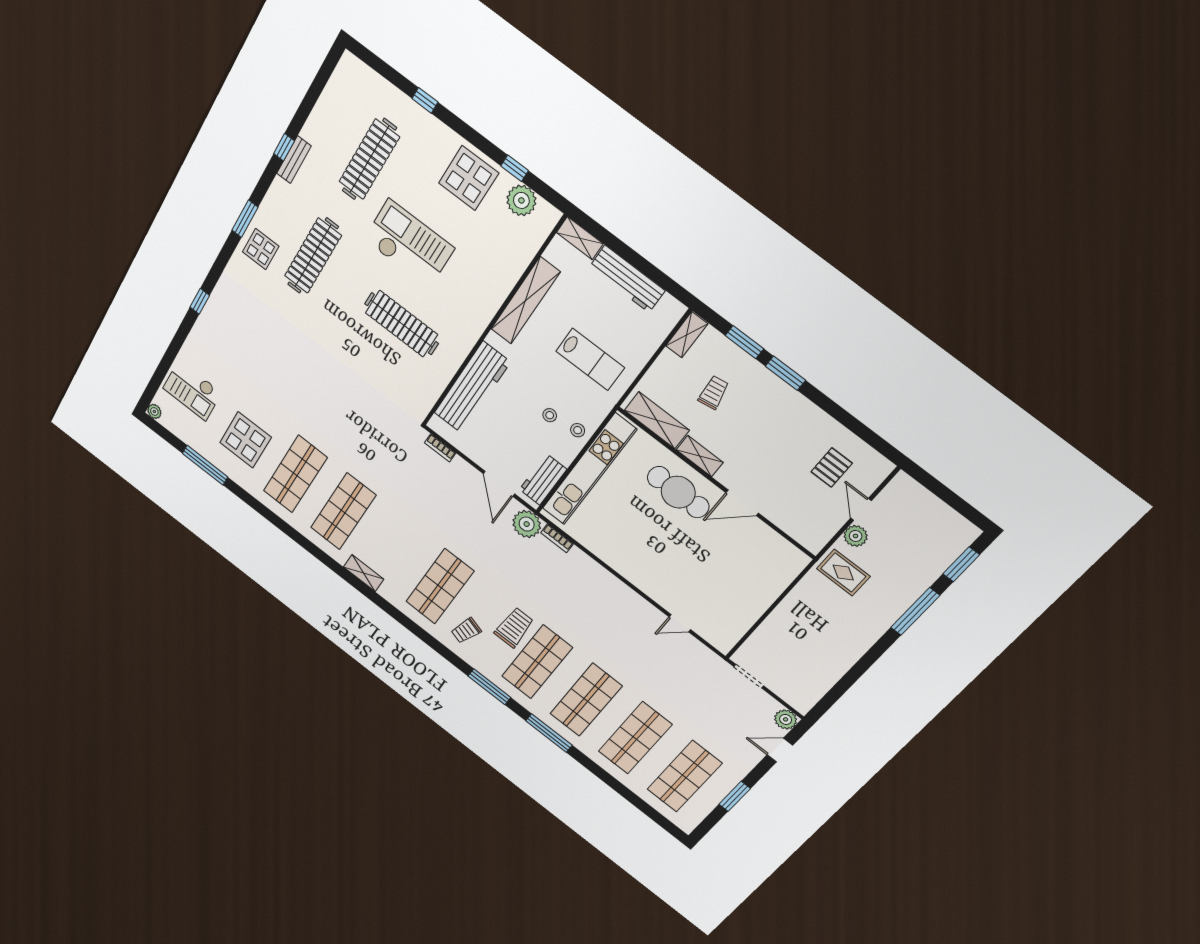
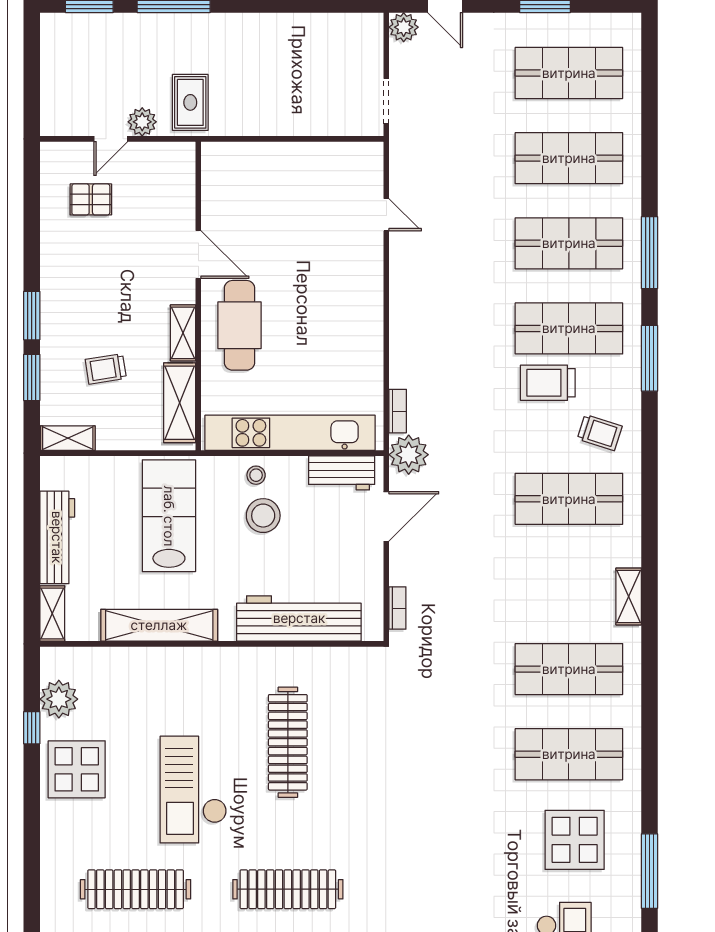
window: (425, 100) -> (32, 866), removed
lab bench: (590, 359) -> (169, 516), width x1.36, depth x1.39
stool: (550, 415) -> (263, 516), width x1.89, depth x1.89

